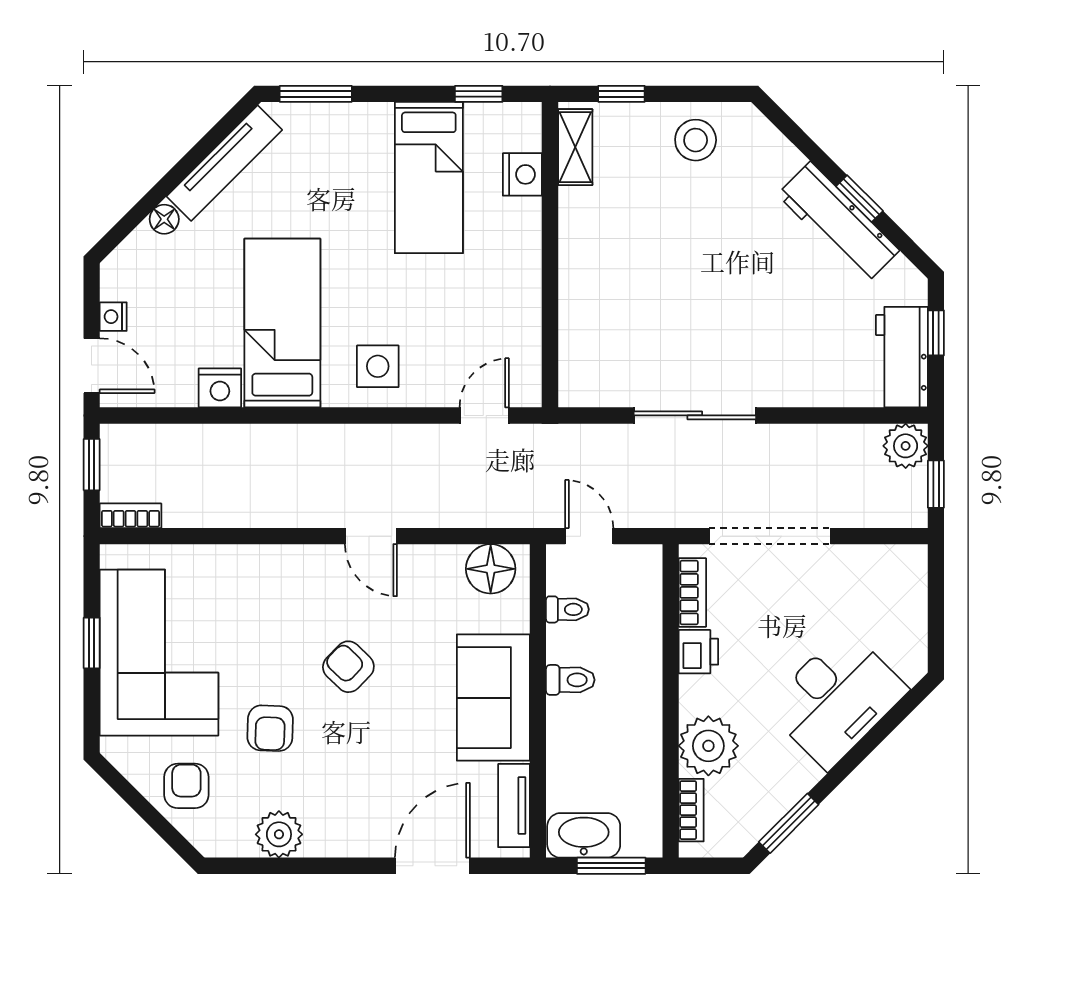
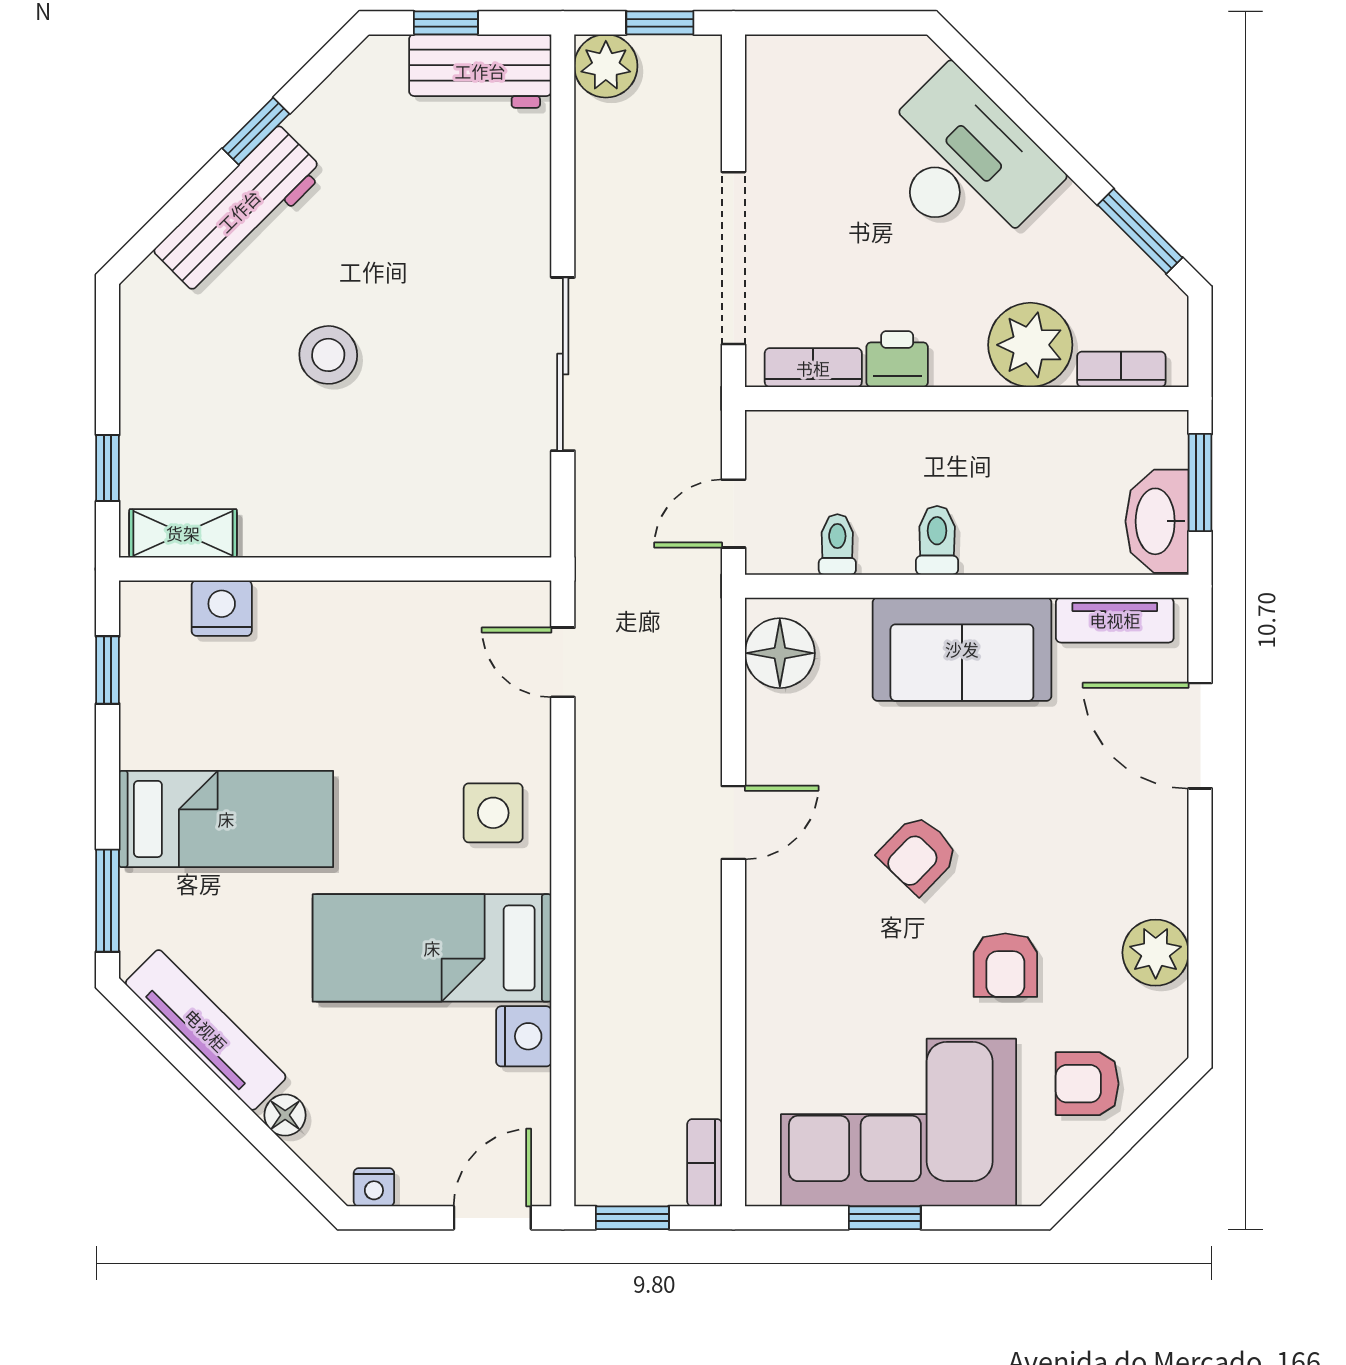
stool: (696, 140) -> (328, 355), moved
bed: (429, 178) -> (226, 819), moved
workbench: (838, 222) -> (239, 211), moved
nightstand: (113, 317) -> (374, 1187), moved
armchair: (270, 728) -> (1005, 965), turned 88

